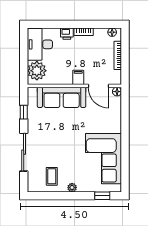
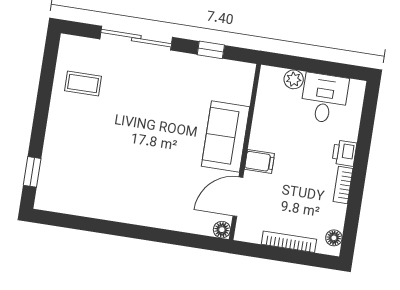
desk: (40, 44) -> (324, 98), width x0.73
plant: (37, 71) -> (294, 79), width x0.53, depth x0.53
sofa: (62, 97) -> (225, 136), width x0.73
corner sofa: (104, 159) -> (101, 185), removed
plant: (72, 188) -> (56, 118), removed

